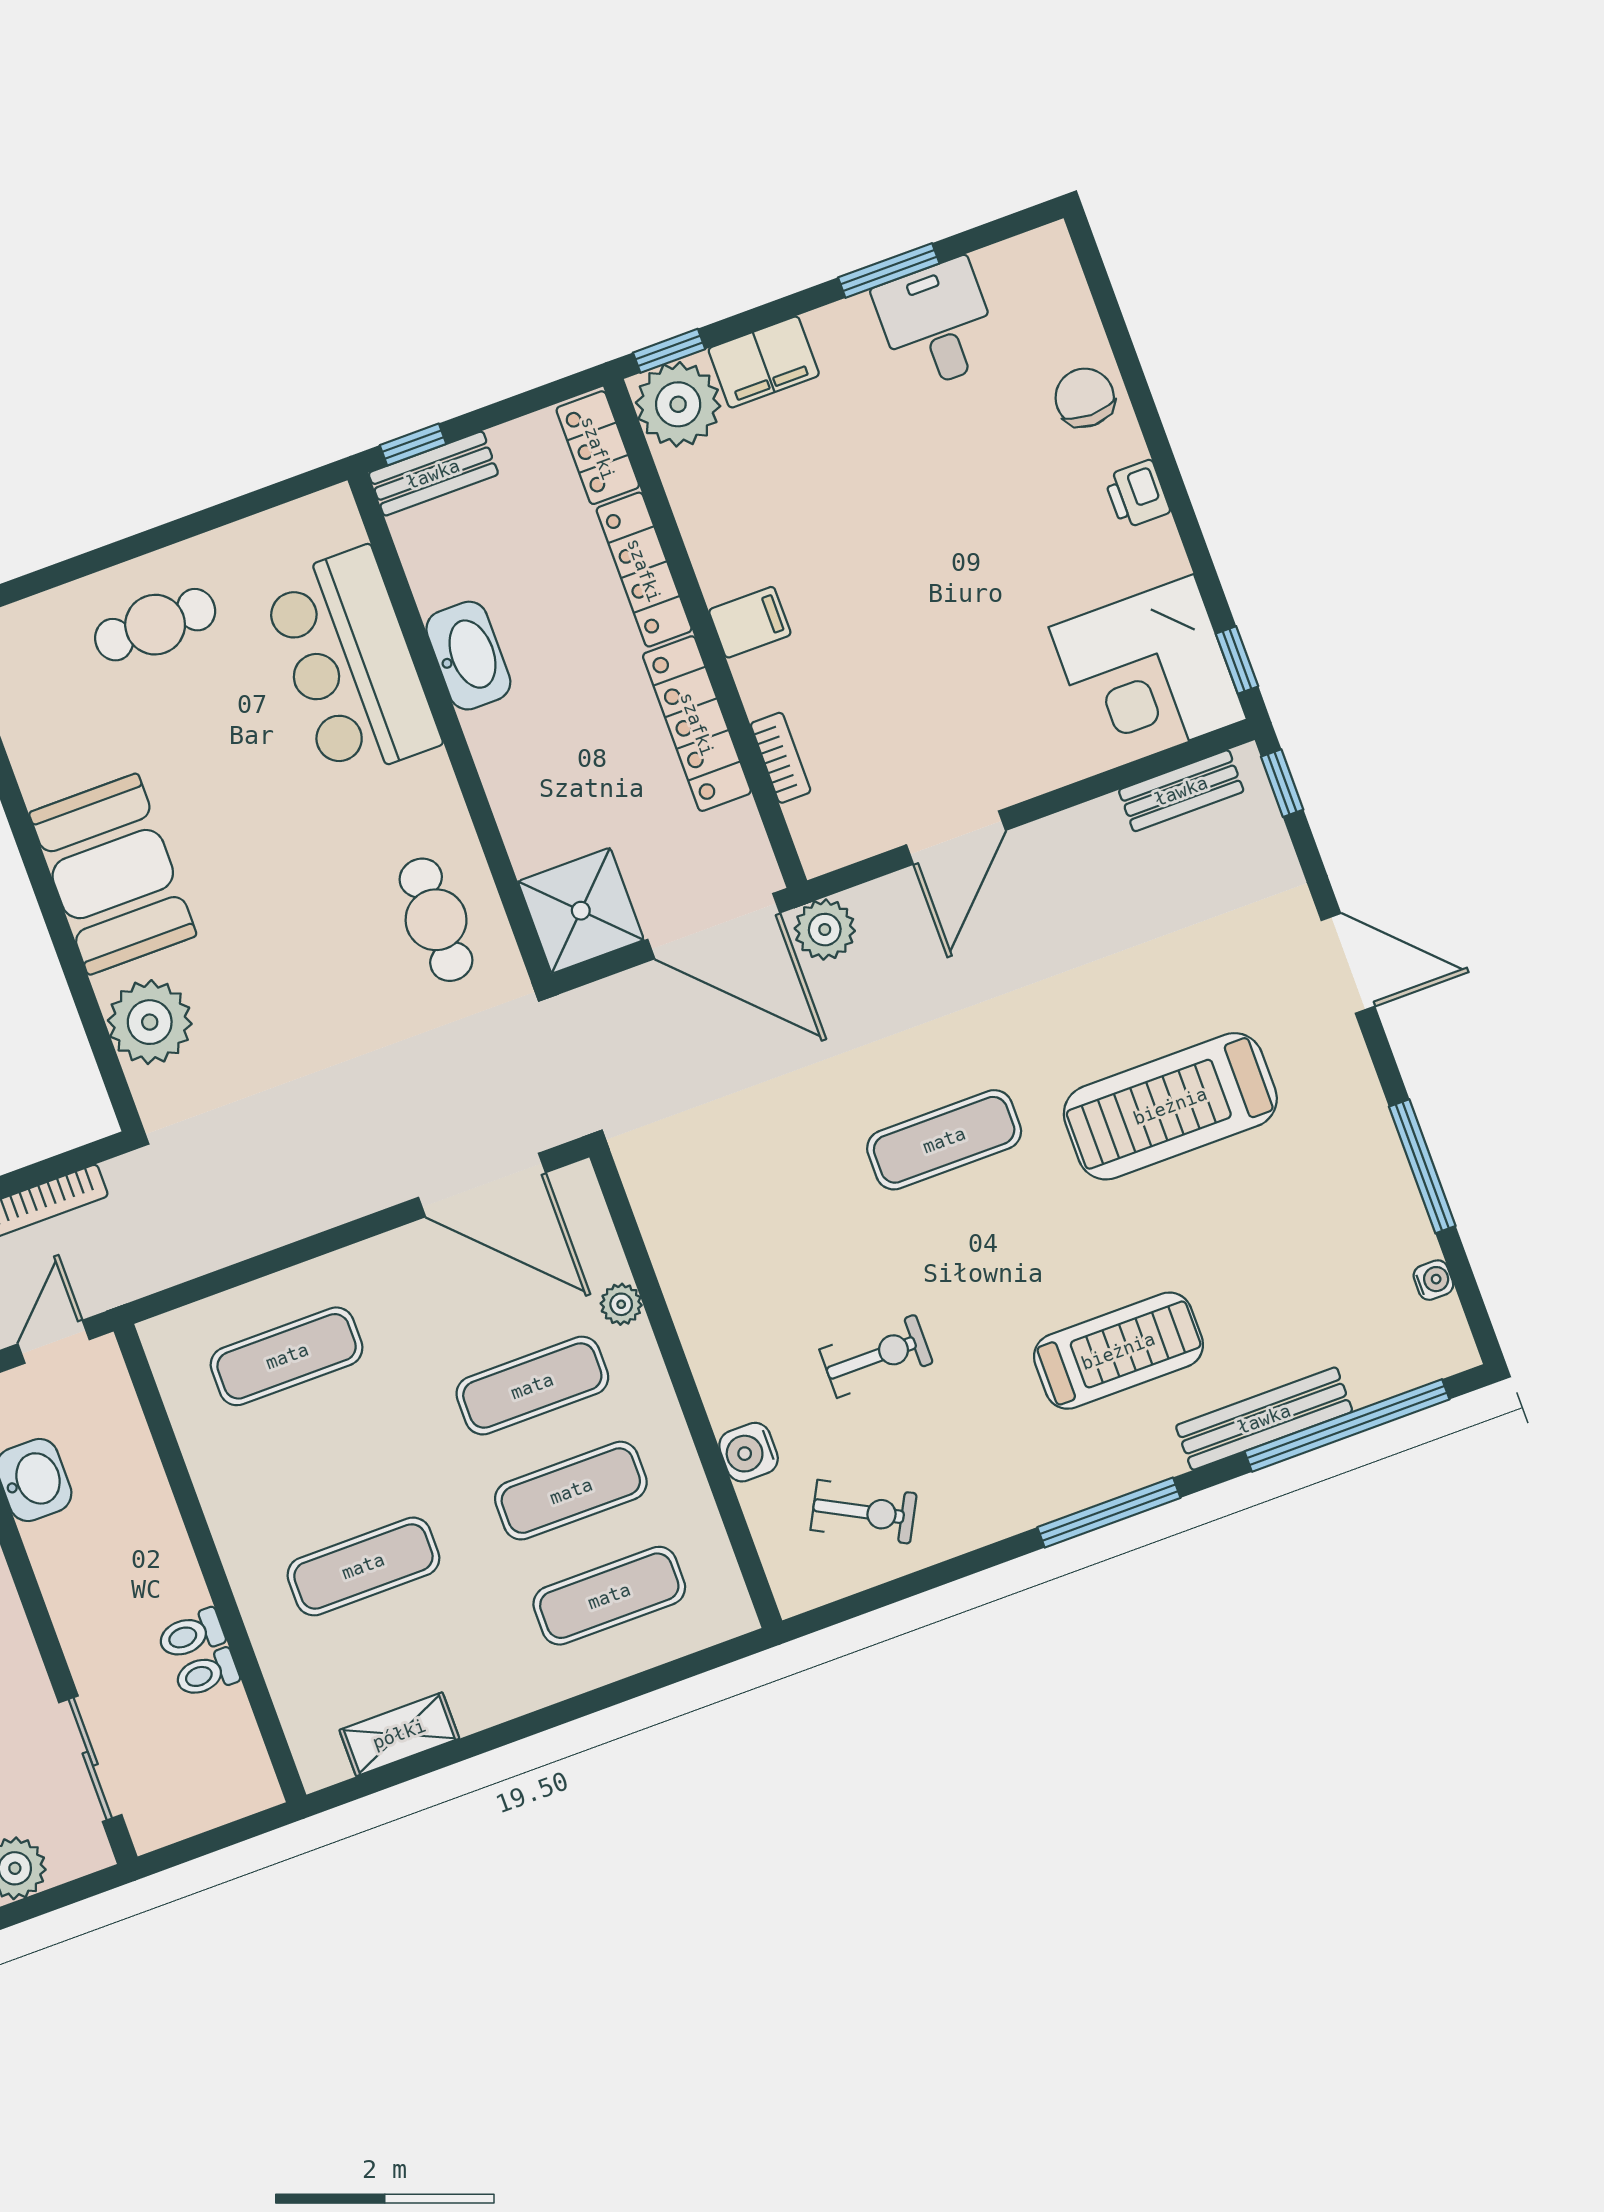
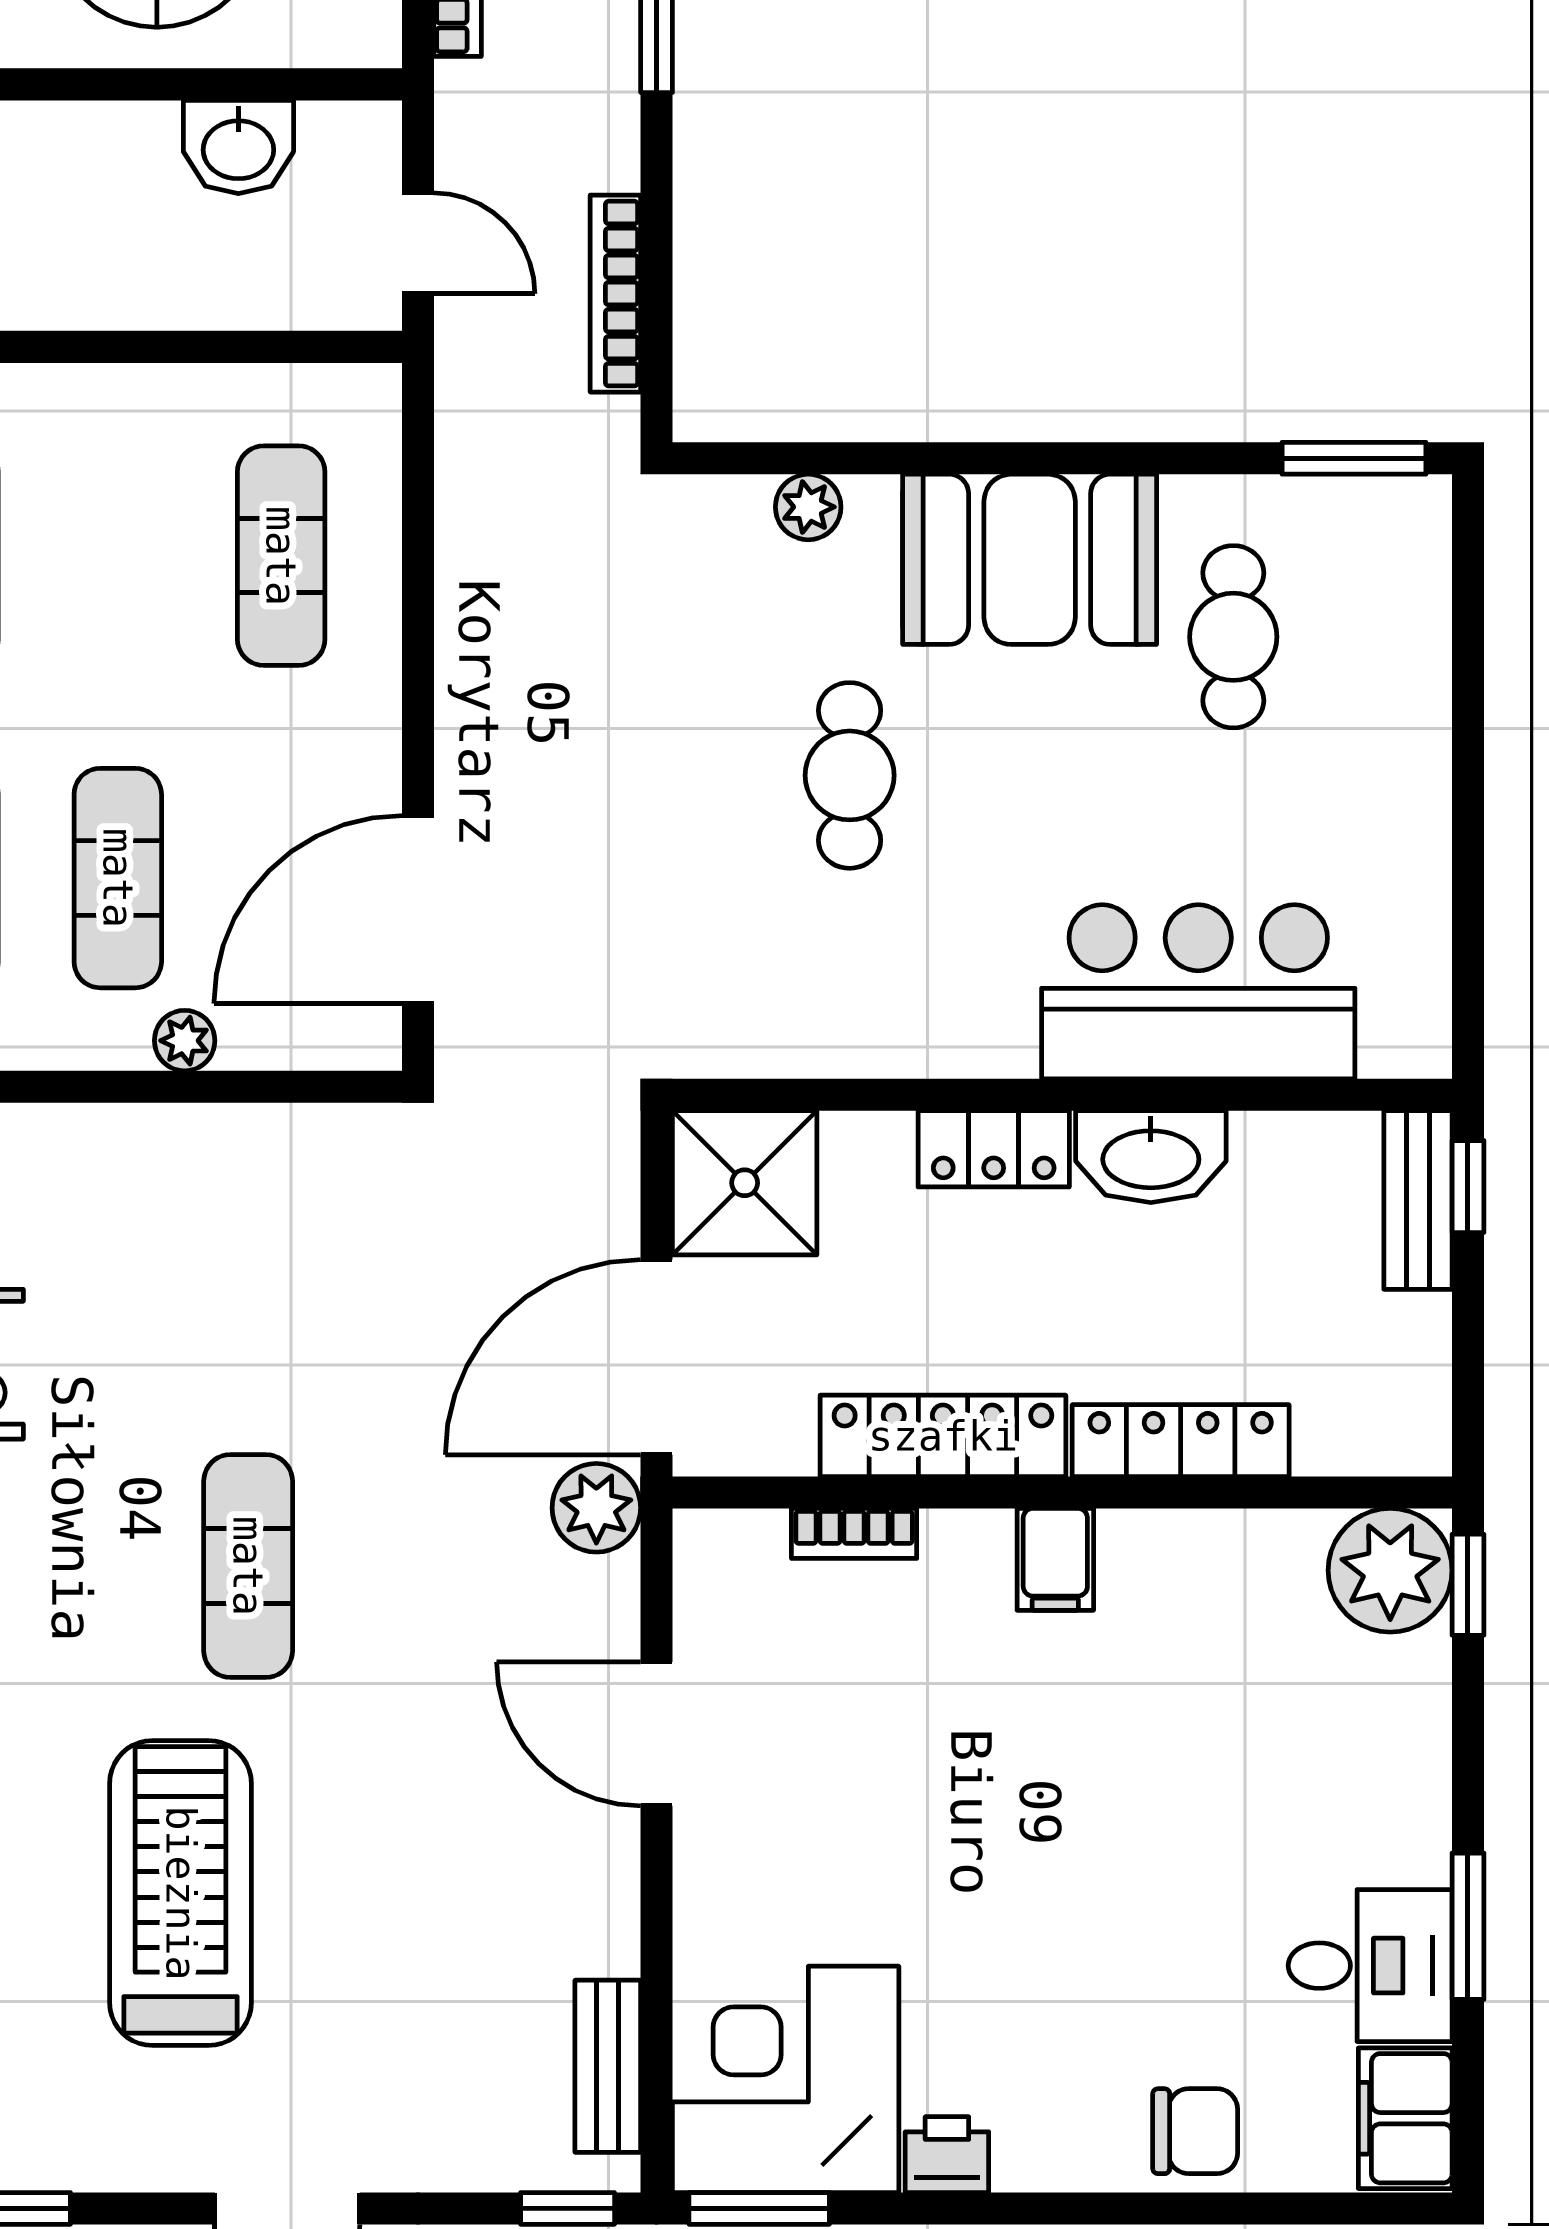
filing cabinet: (764, 362) -> (1405, 2118), moved
locker: (598, 448) -> (994, 1149), moved, turned 180
printer: (1137, 494) -> (947, 2155), moved
cafe table: (155, 625) -> (1233, 637), moved
window: (1237, 660) -> (759, 2208), width x1.50
cafe table: (436, 920) -> (850, 775), moved, turned 90
plant: (150, 1022) -> (808, 507), width x0.53, depth x0.53

